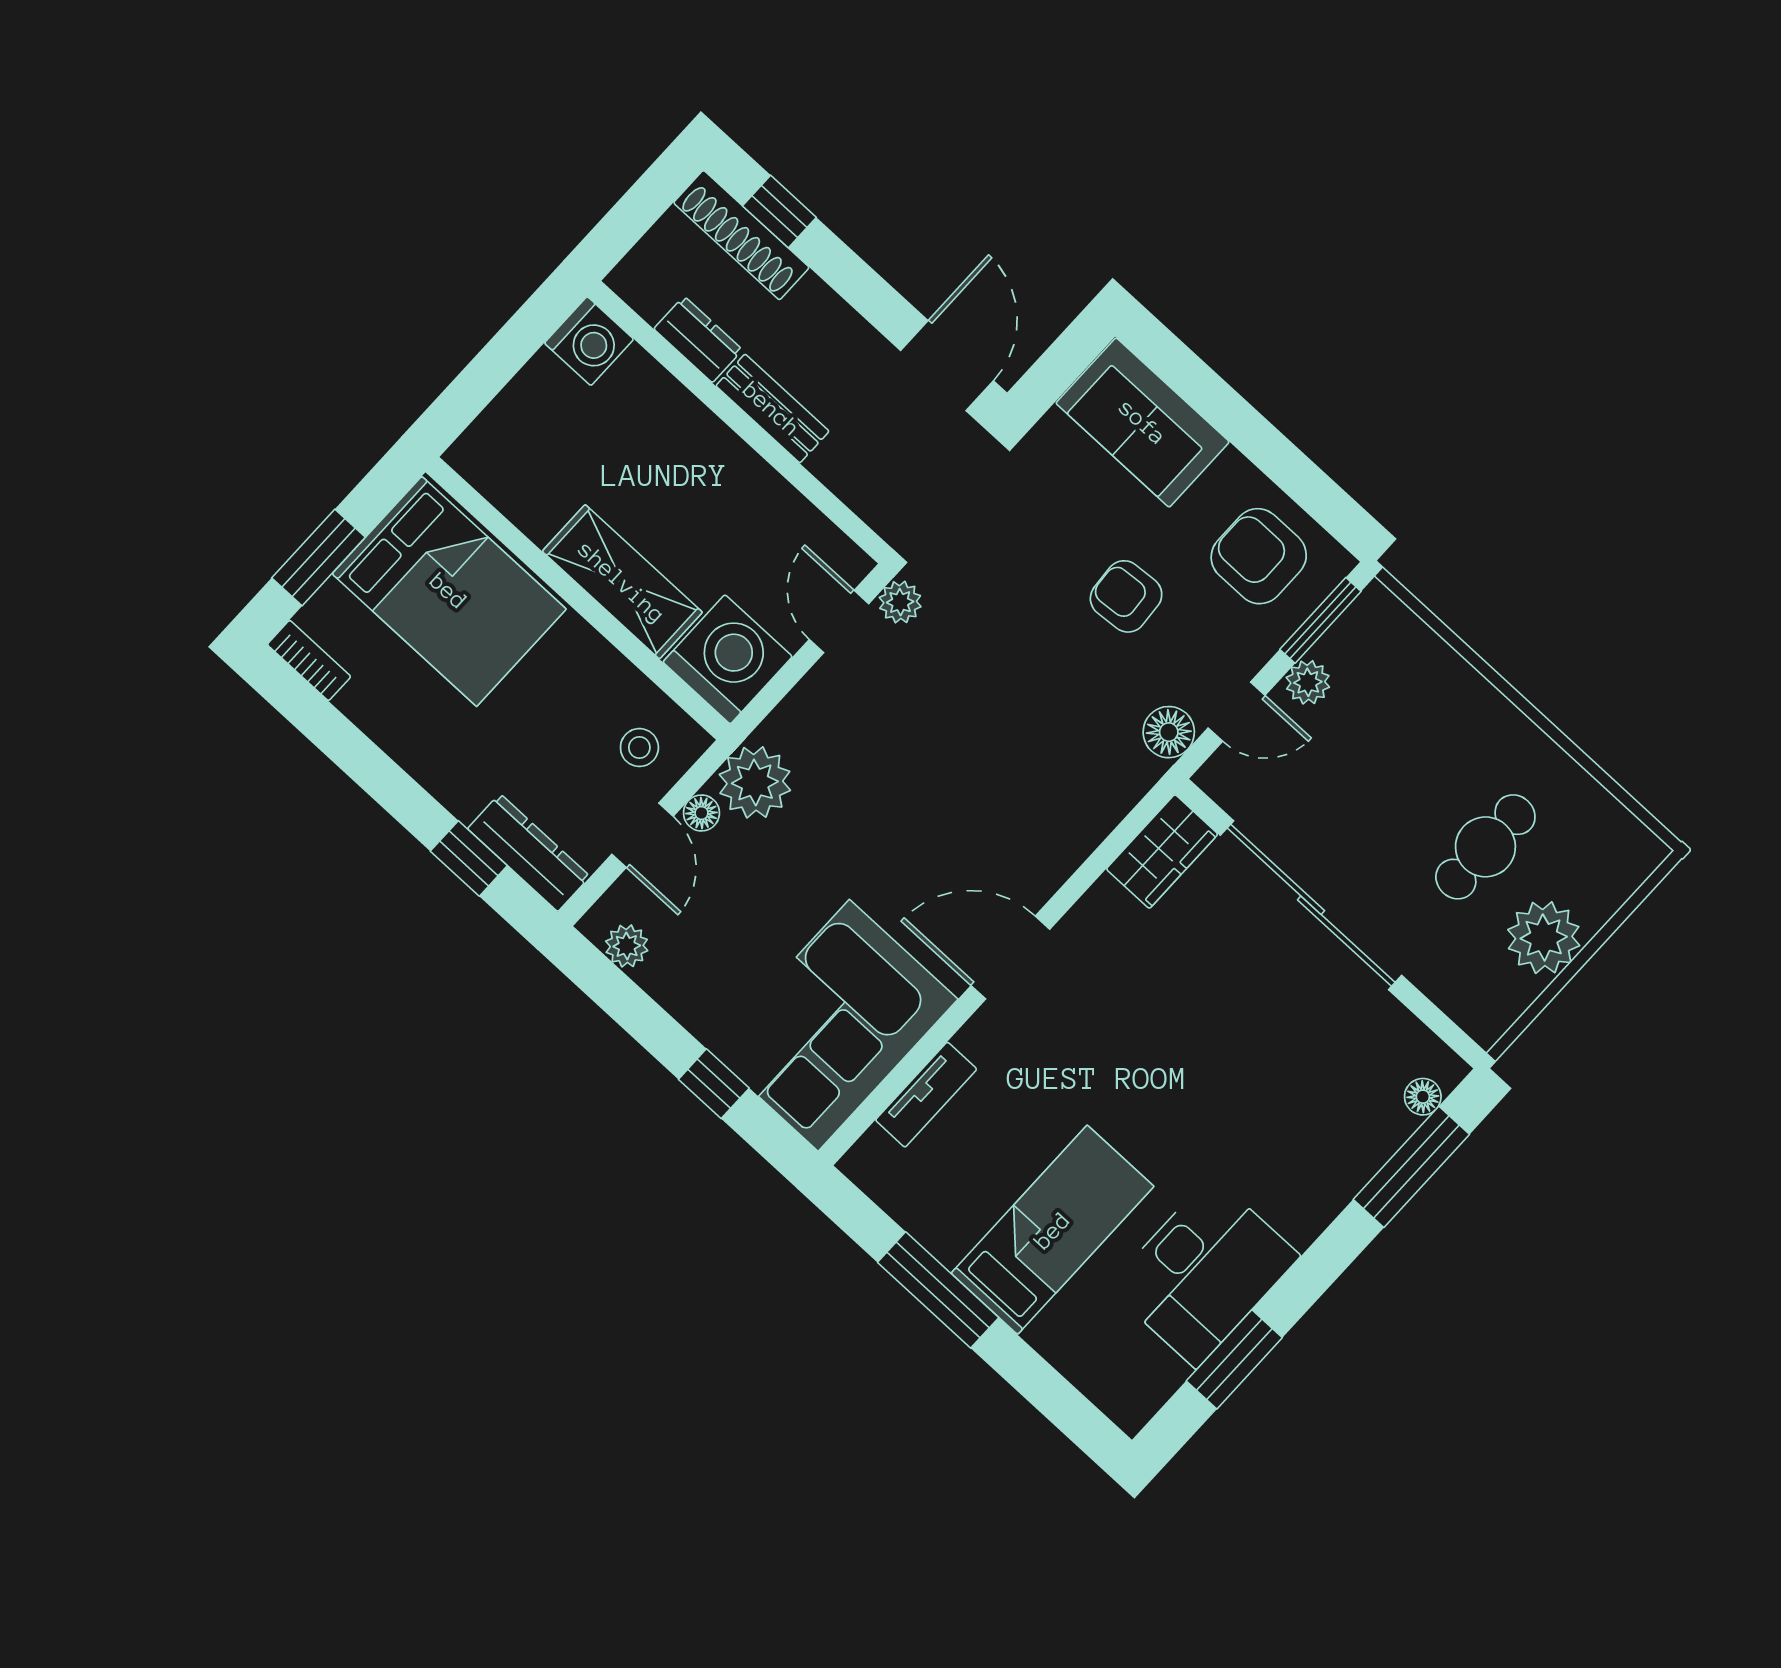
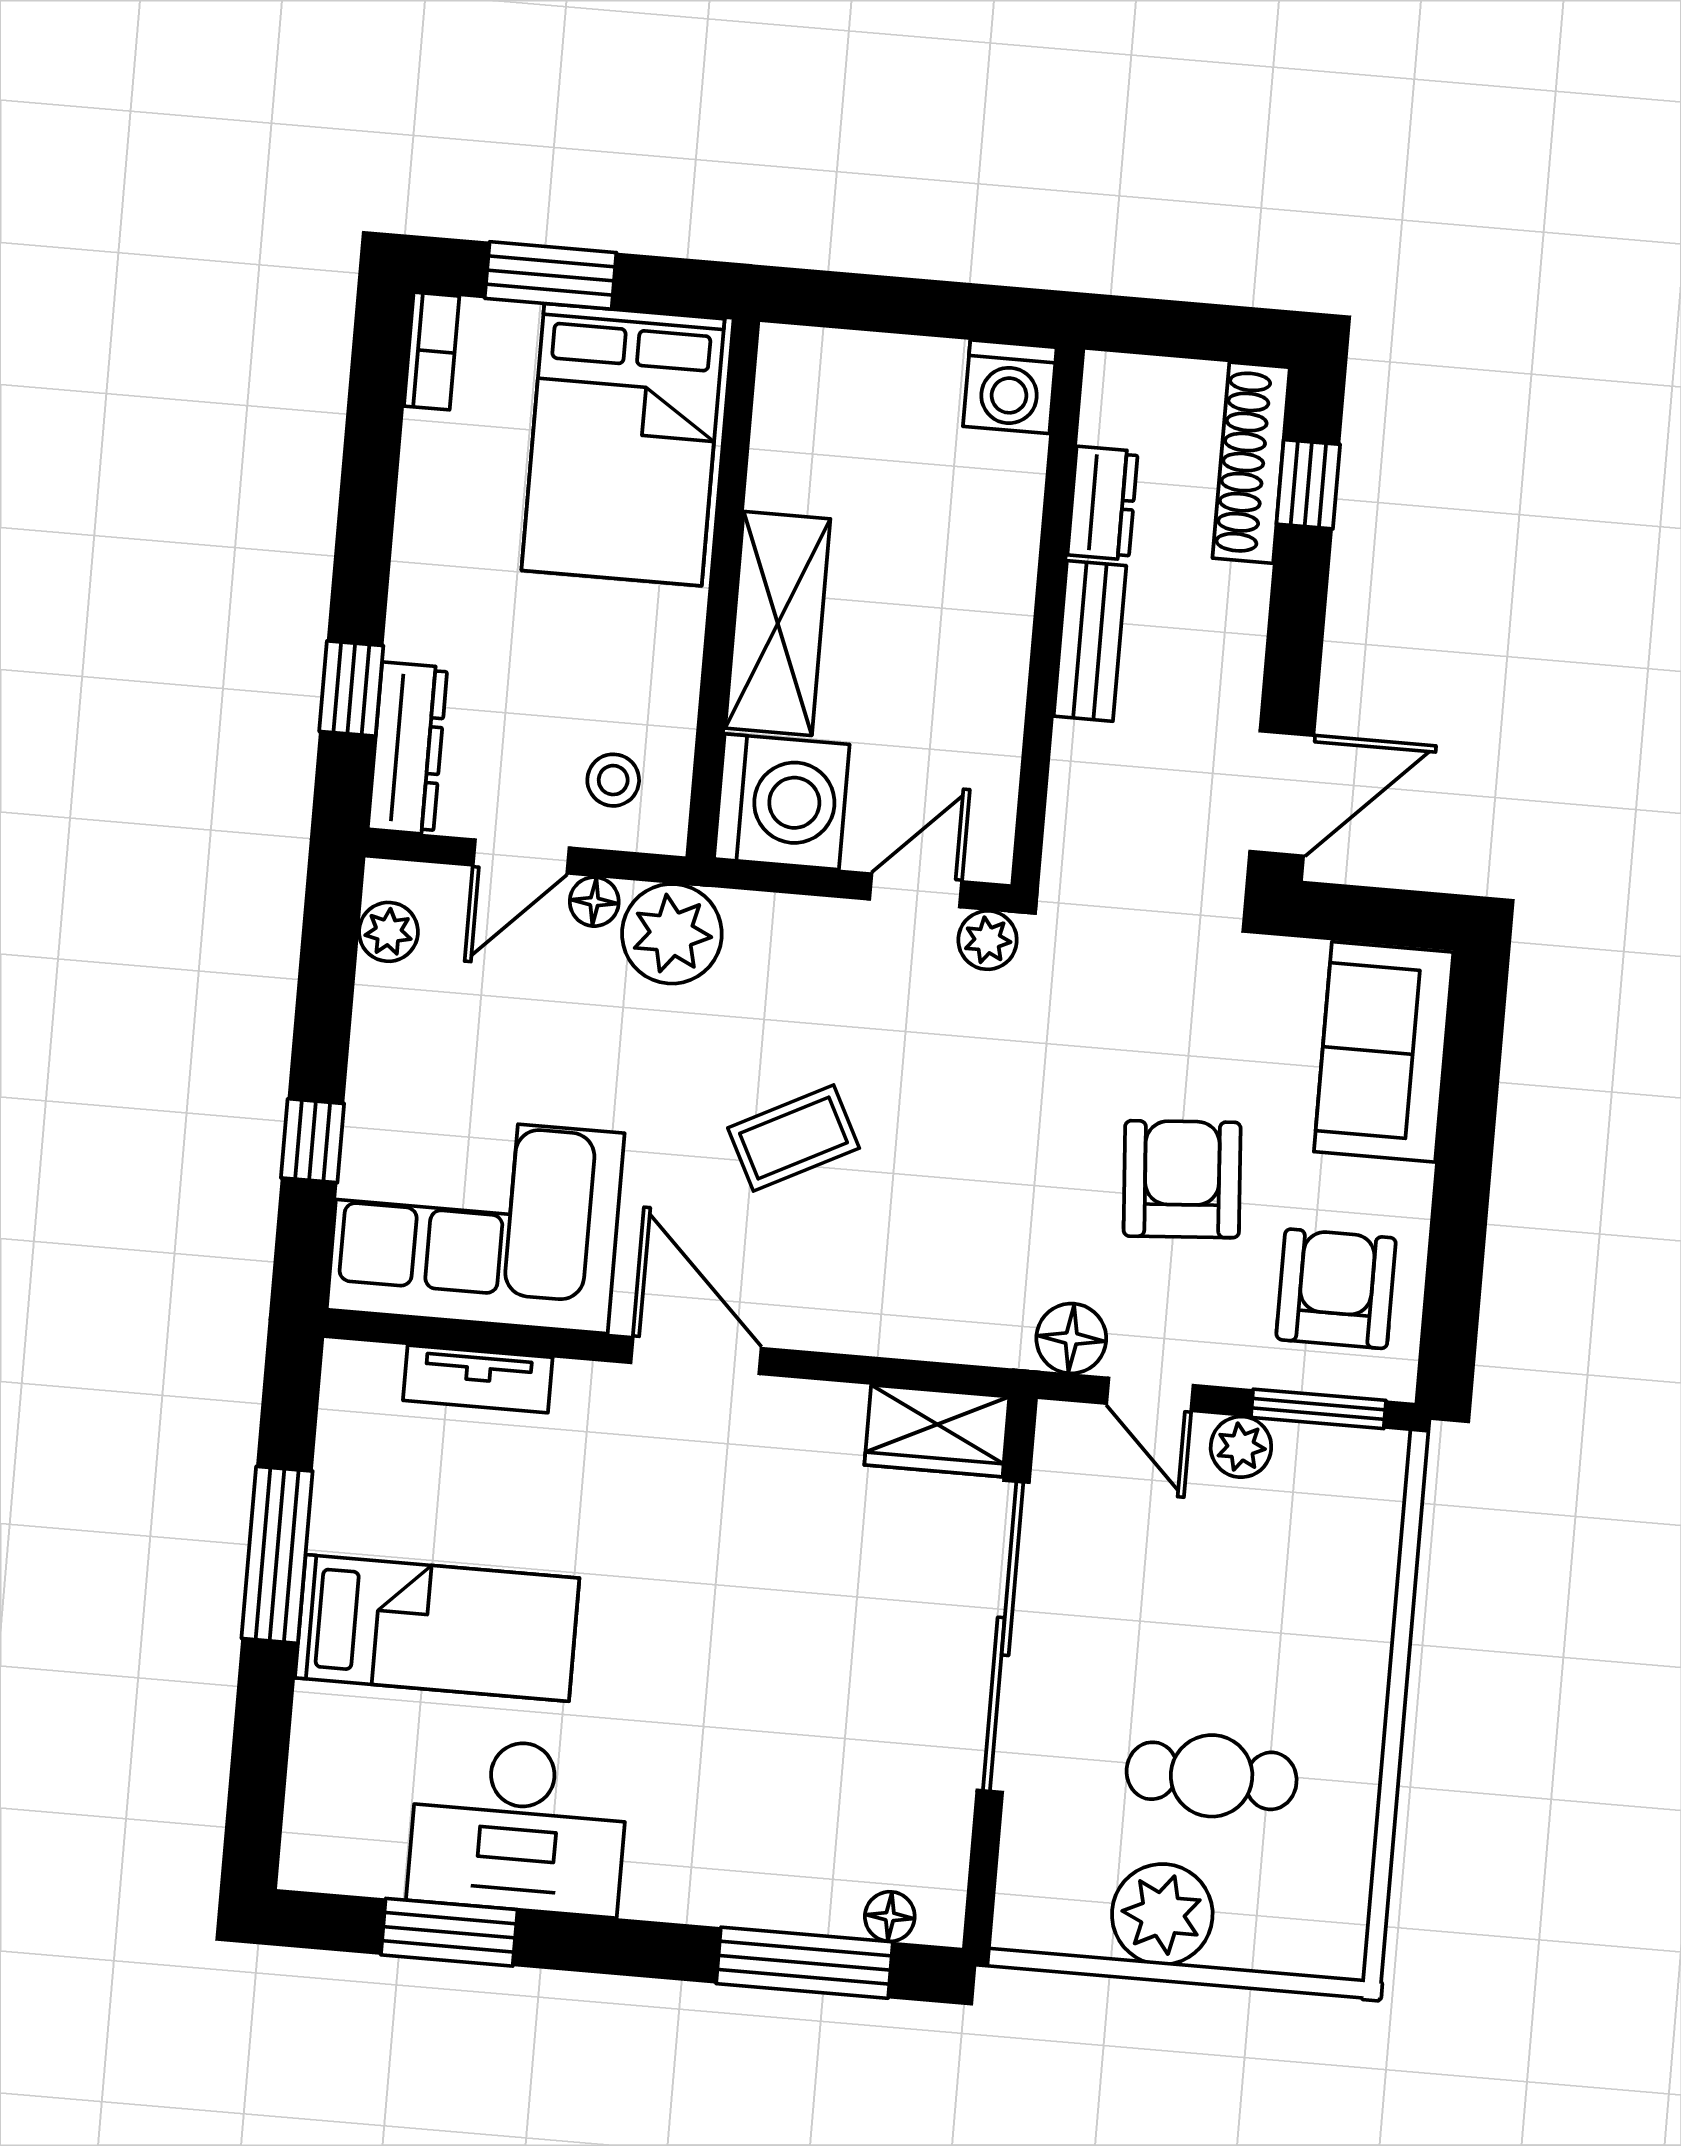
armchair: (1126, 596) -> (1182, 1179), width x1.38, depth x1.38
coffee table: (928, 803) -> (794, 1138), added

